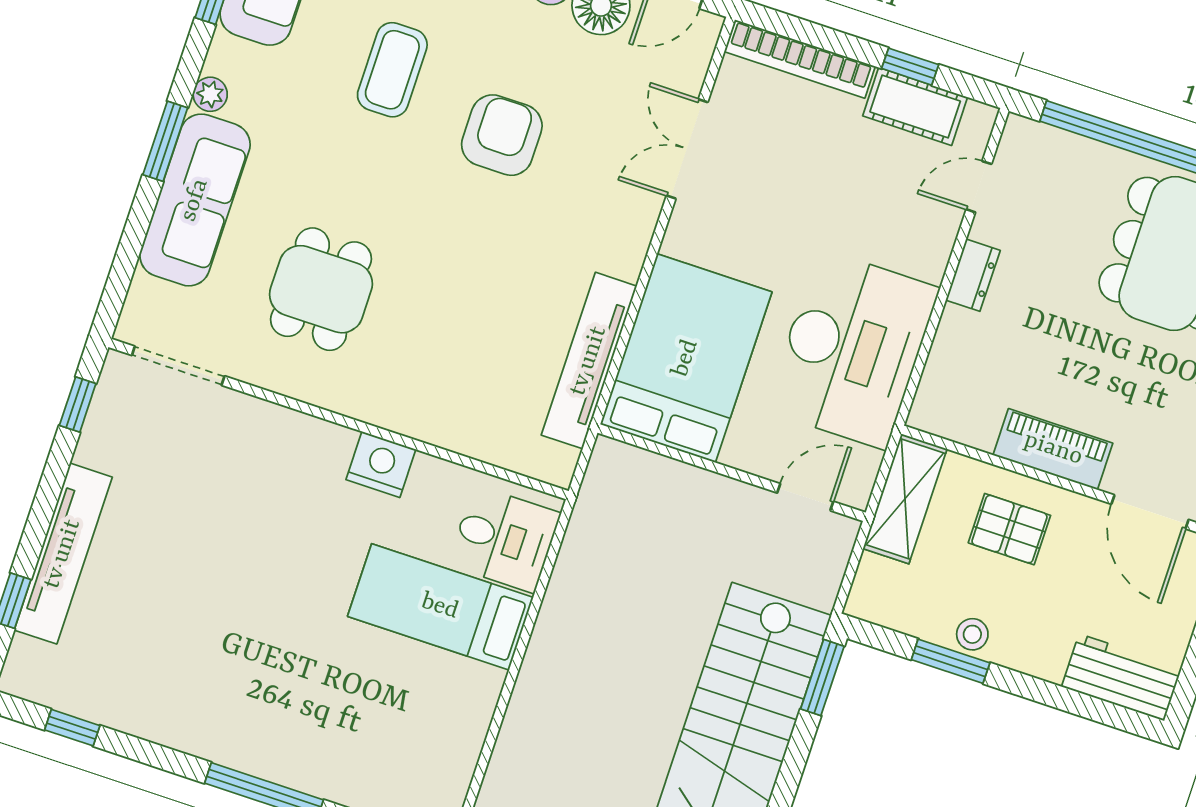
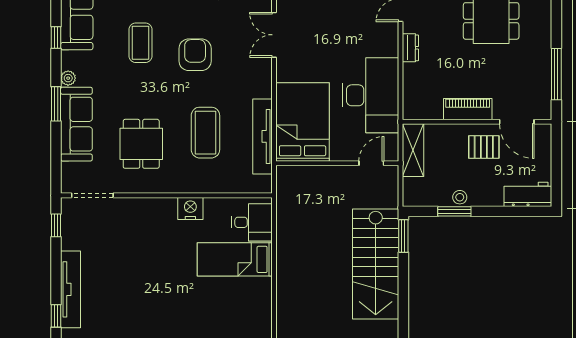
coffee table: (468, 311) -> (205, 133), added
pallet: (1009, 529) -> (484, 147), moved

